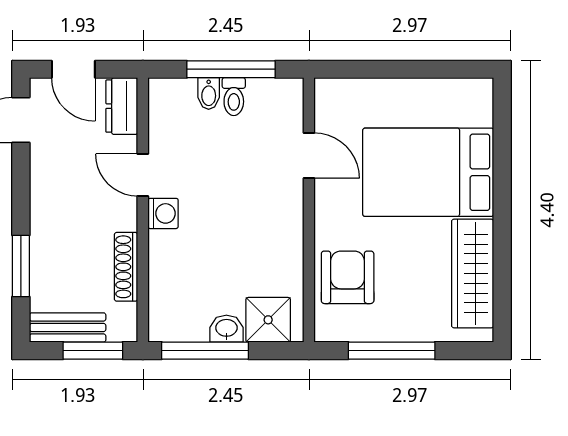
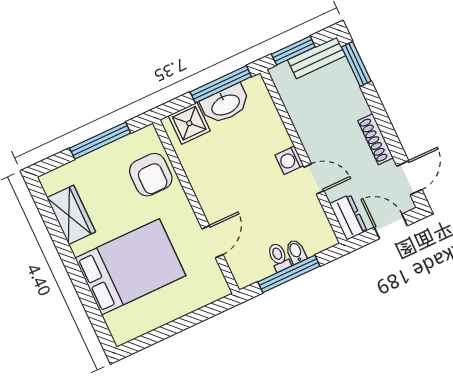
door: (309, 156) -> (212, 242), swing flipped
window: (21, 266) -> (356, 64), moved
shoe rack: (126, 267) -> (376, 139), moved, turned 180
wardrobe: (473, 273) -> (71, 215), width x0.67
washbasin: (226, 329) -> (225, 104), width x1.91, depth x1.45

